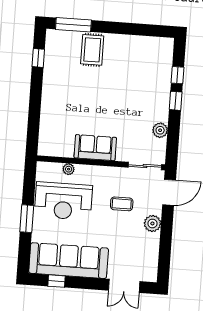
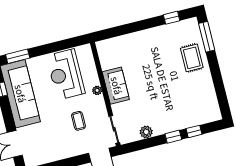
rug: (92, 50) -> (192, 58), turned 90
plant: (69, 169) -> (97, 90), moved
window: (27, 219) -> (18, 56), moved
plant: (152, 223) -> (71, 150), removed

